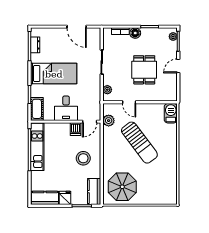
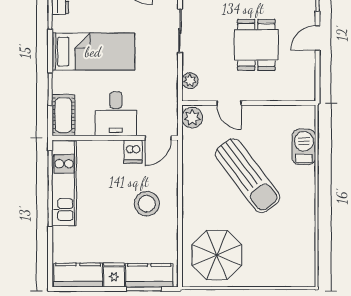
barbecue: (171, 113) -> (304, 147), moved
plant: (109, 121) -> (192, 118), moved
kitchen counter: (94, 192) -> (149, 275), moved, turned 90

